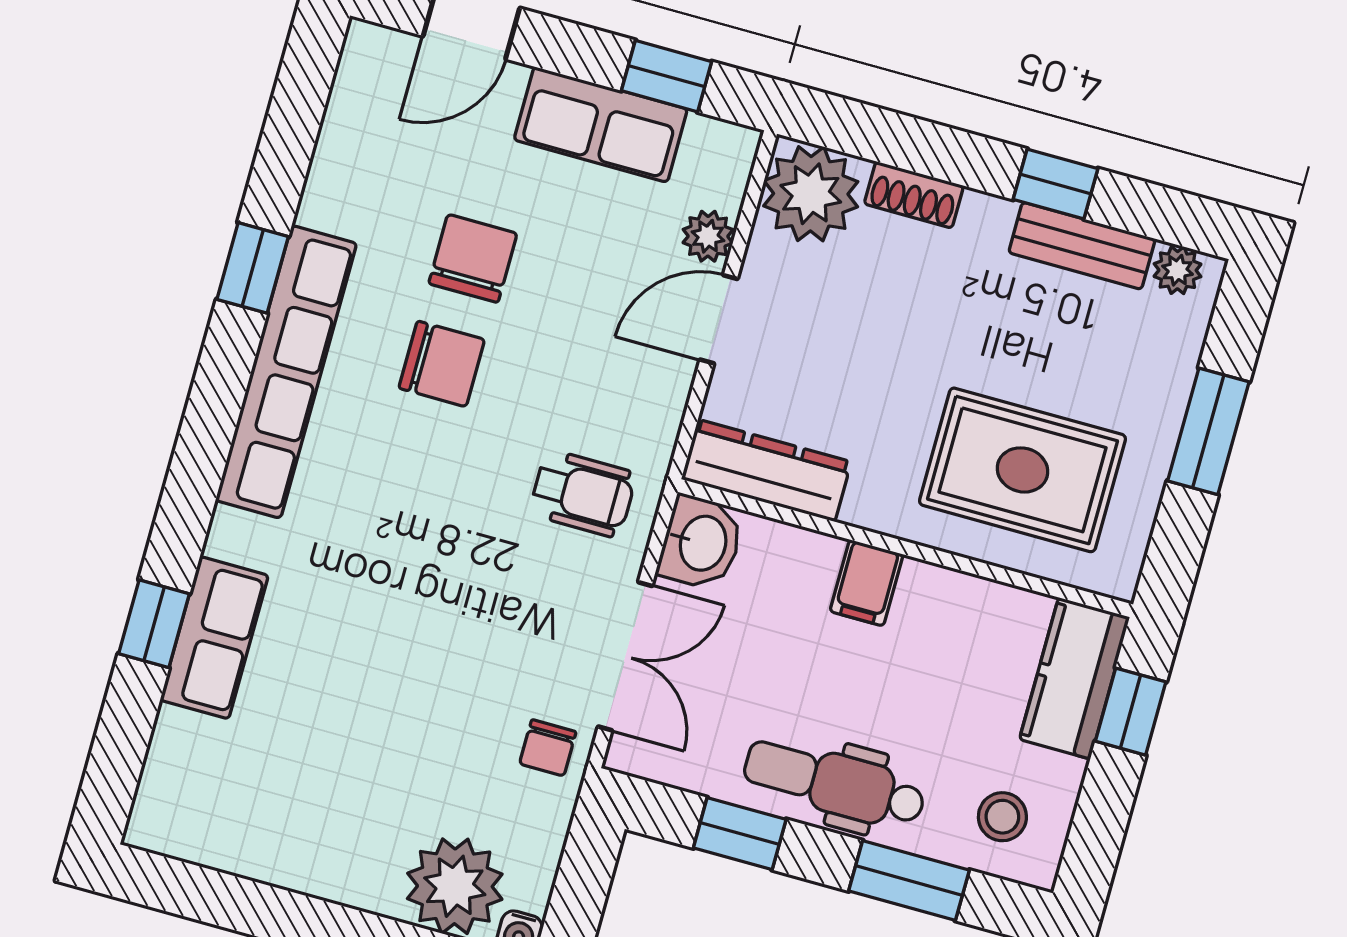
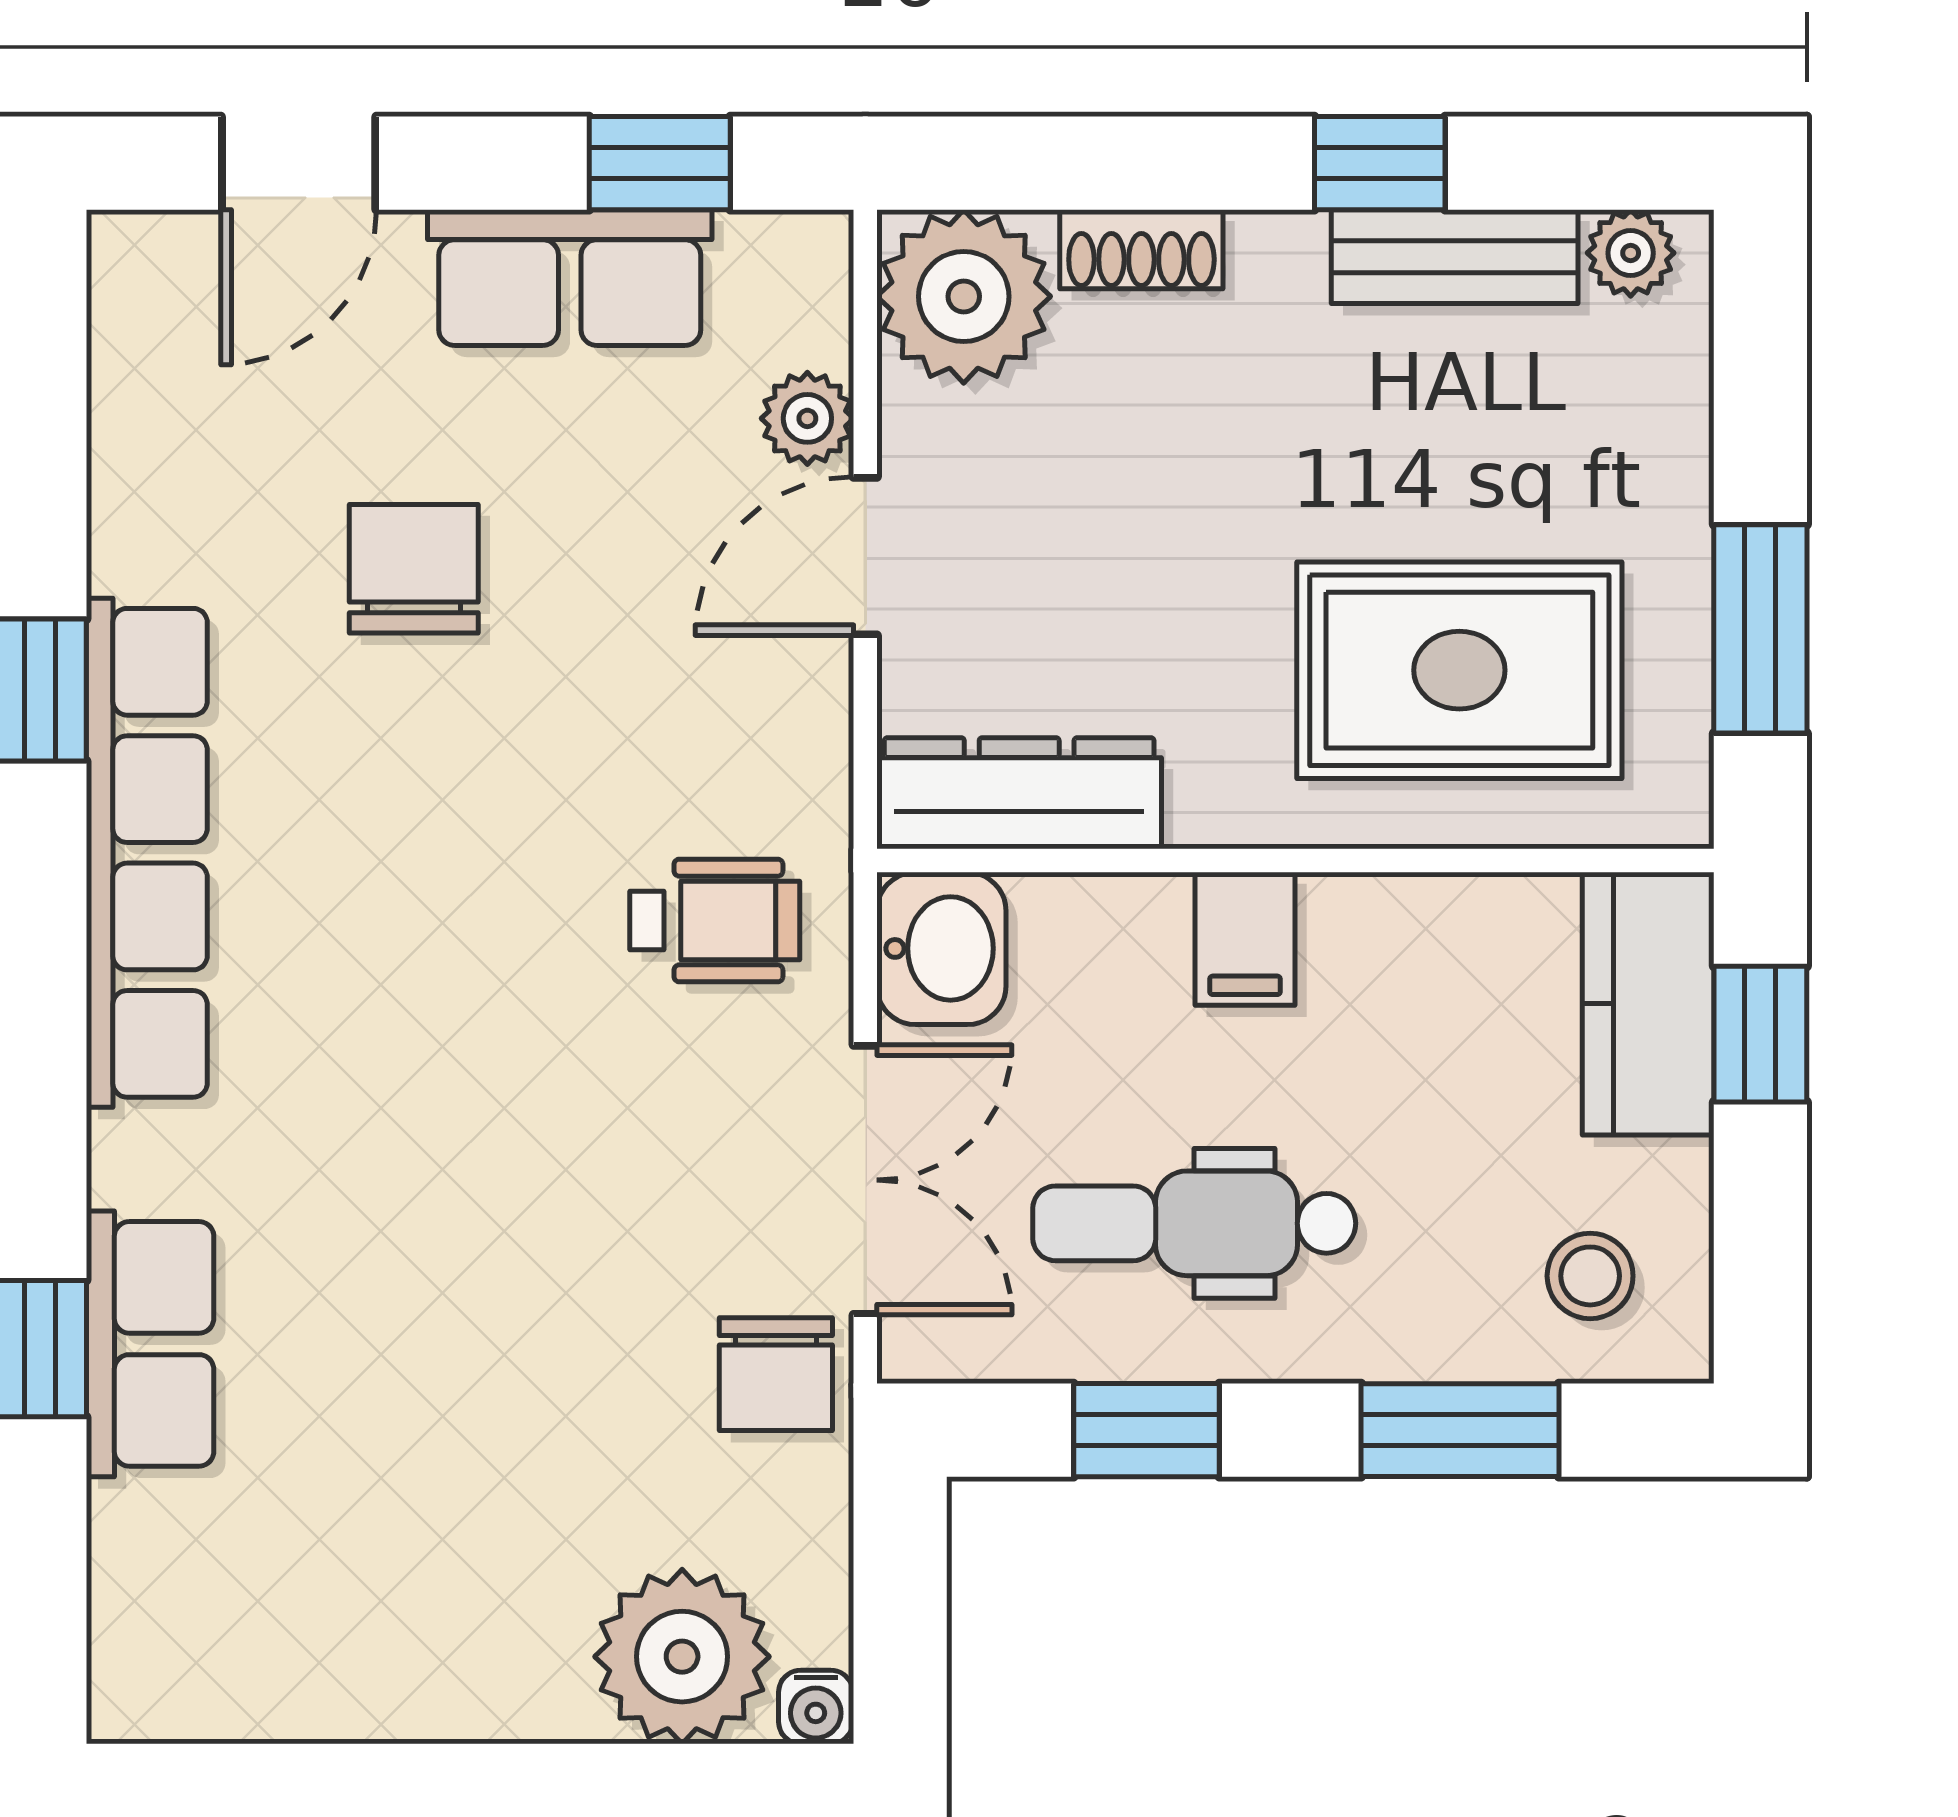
chair: (442, 364) -> (410, 765), removed
window: (1208, 431) -> (1760, 629), moved
chair: (548, 748) -> (776, 1374), width x1.37, depth x1.37
dental chair: (834, 783) -> (1194, 1223), moved

